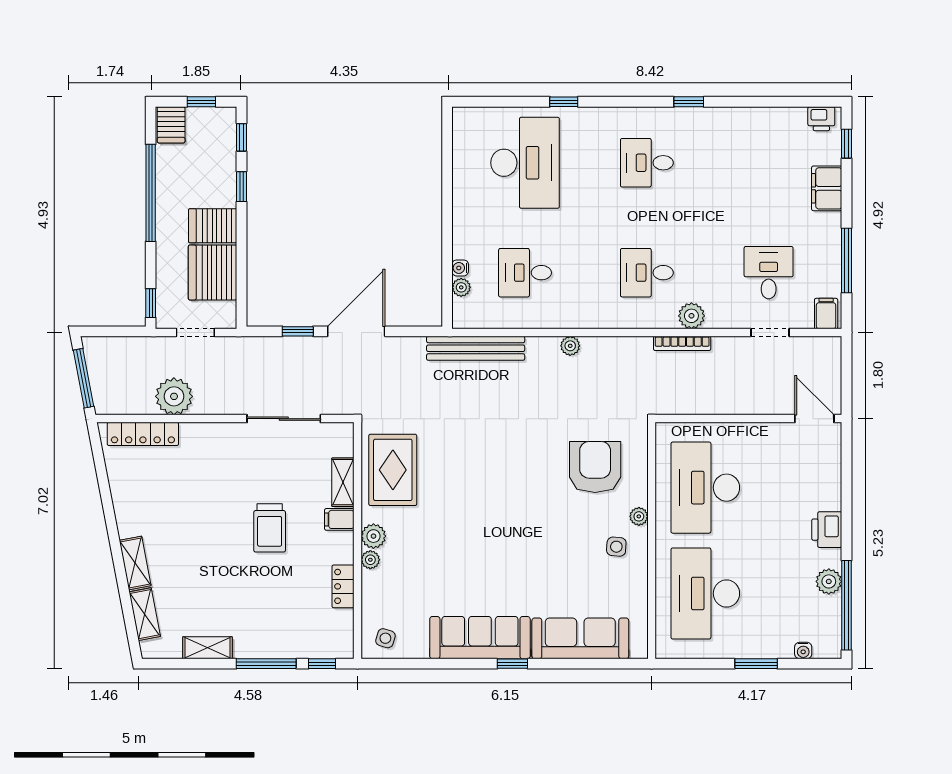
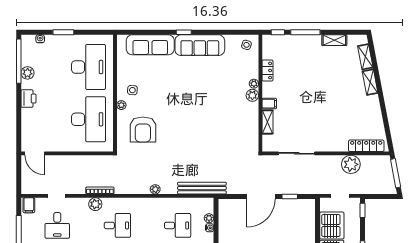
rug: (393, 470) -> (243, 128), removed
trolley: (270, 528) -> (304, 99), removed

